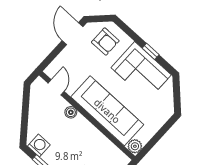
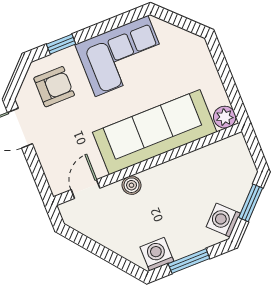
window: (151, 51) -> (61, 44), moved
door: (56, 87) -> (86, 189), hinge flipped

